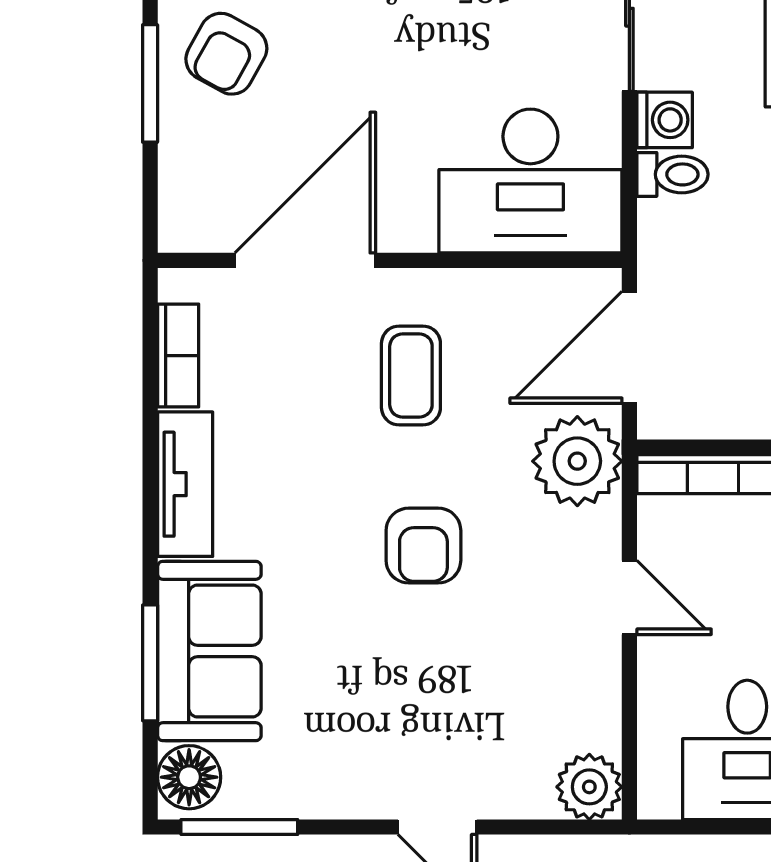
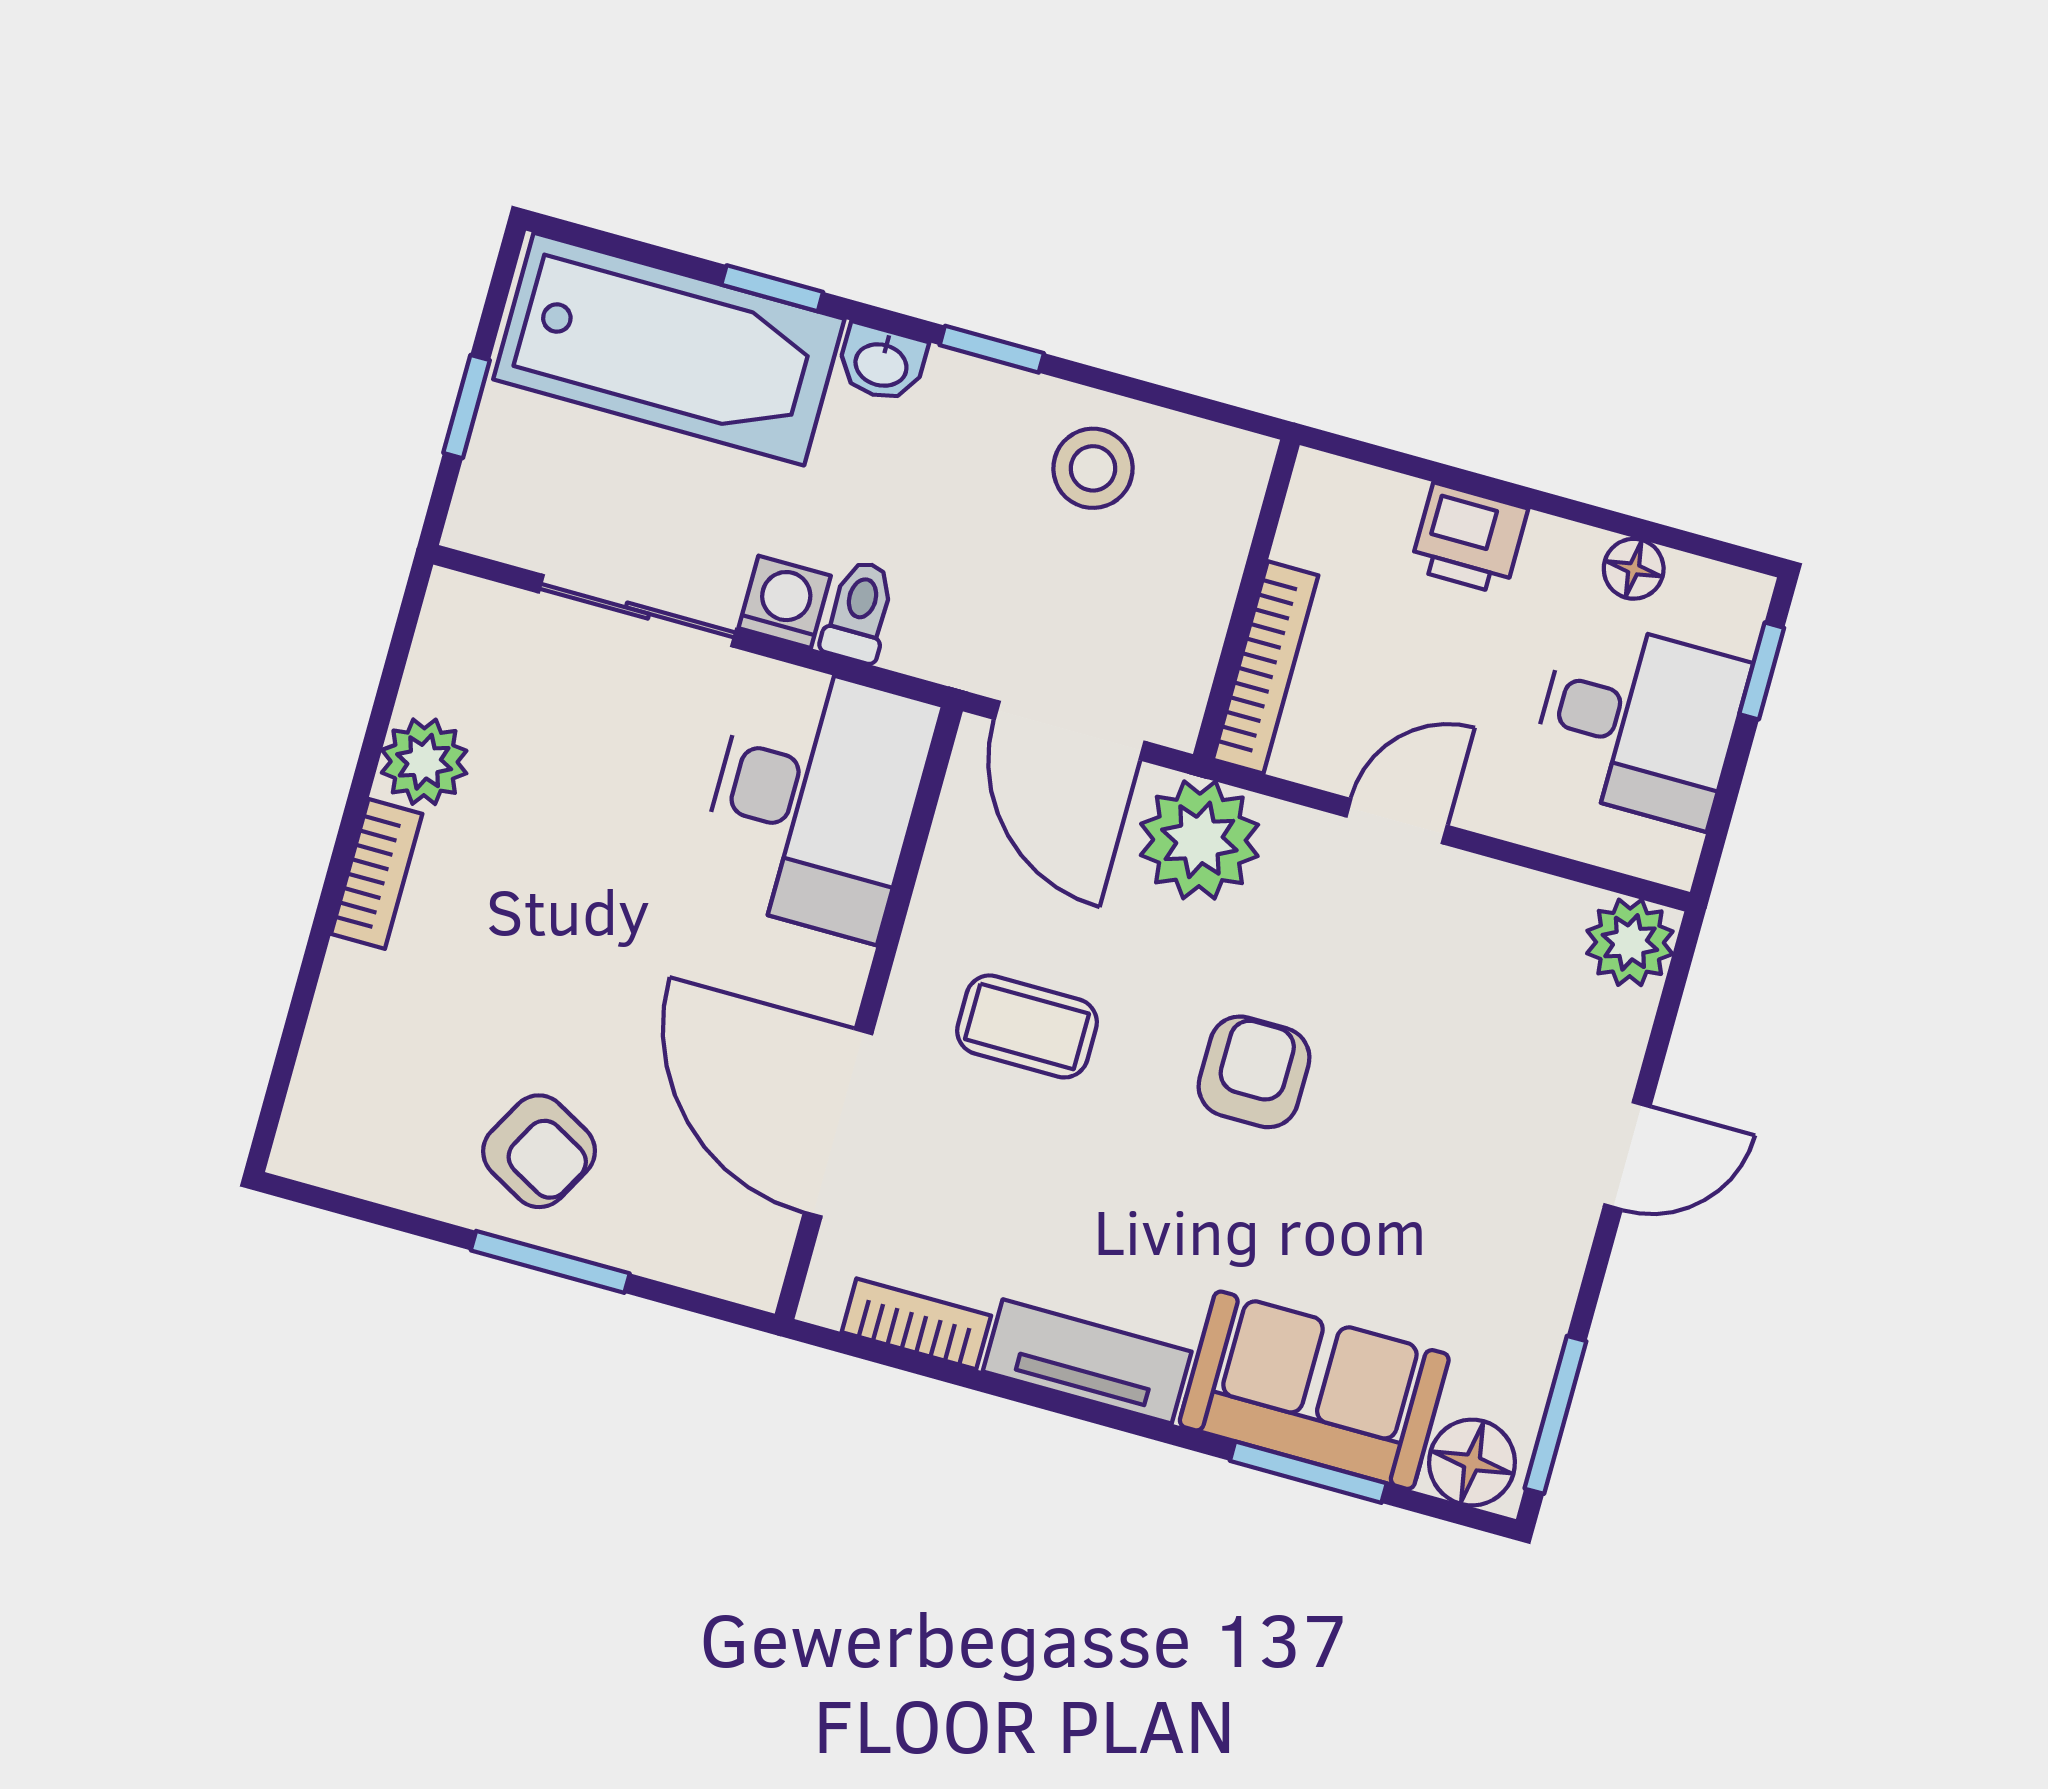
armchair: (423, 546) -> (1254, 1072), turned -90

